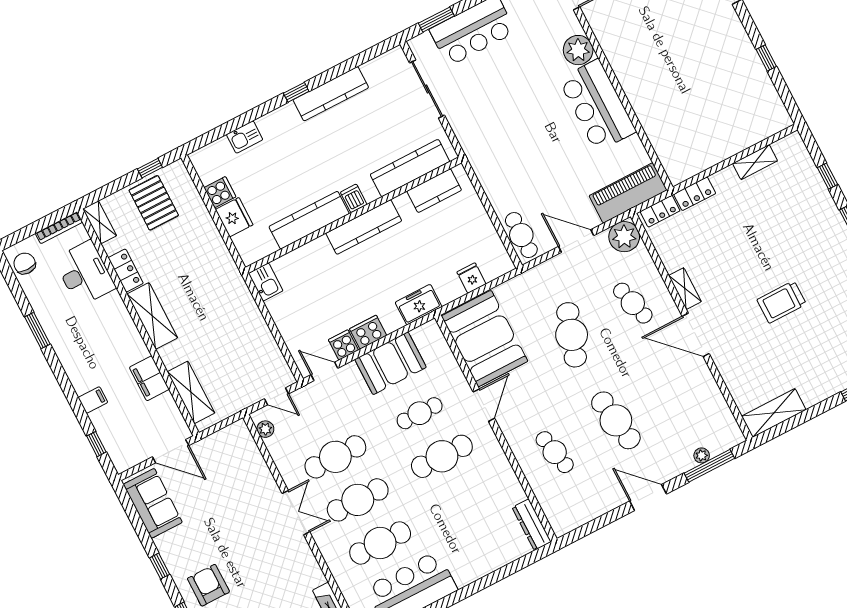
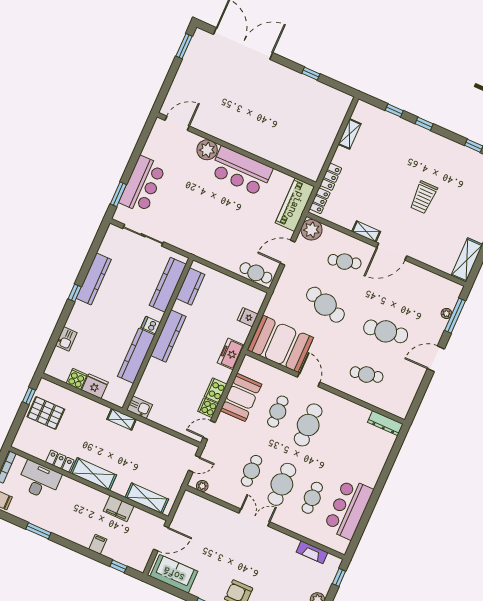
shelving: (100, 222) -> (122, 419), moved
cafe table: (335, 457) -> (252, 471), width x0.73, depth x0.74
cafe table: (380, 543) -> (312, 498), width x0.73, depth x0.74

